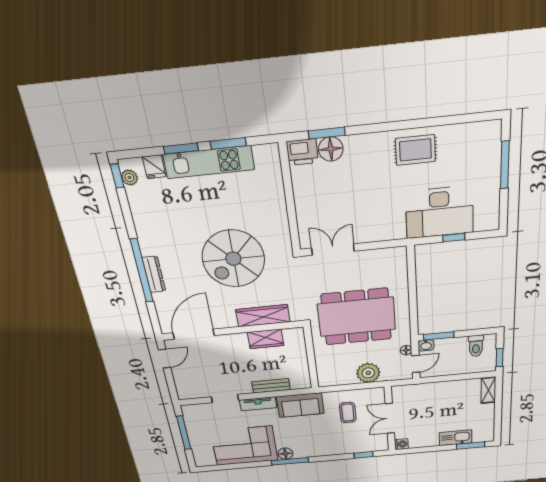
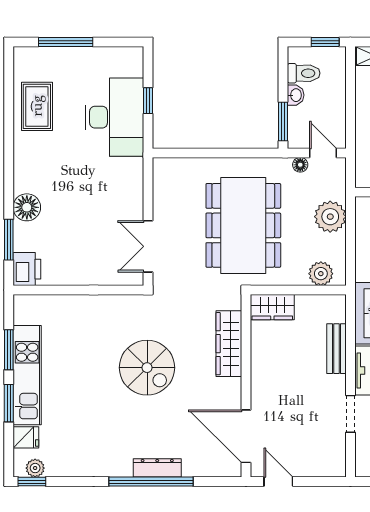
floor lamp: (331, 149) -> (27, 207), moved
rug: (415, 150) -> (37, 106), moved
spiral stairs: (233, 259) -> (147, 368), width x0.73, depth x0.73
wardrobe: (266, 339) -> (272, 307), moved, turned 90
washbasin: (426, 345) -> (296, 95), moved
plant: (325, 371) -> (321, 274), added

